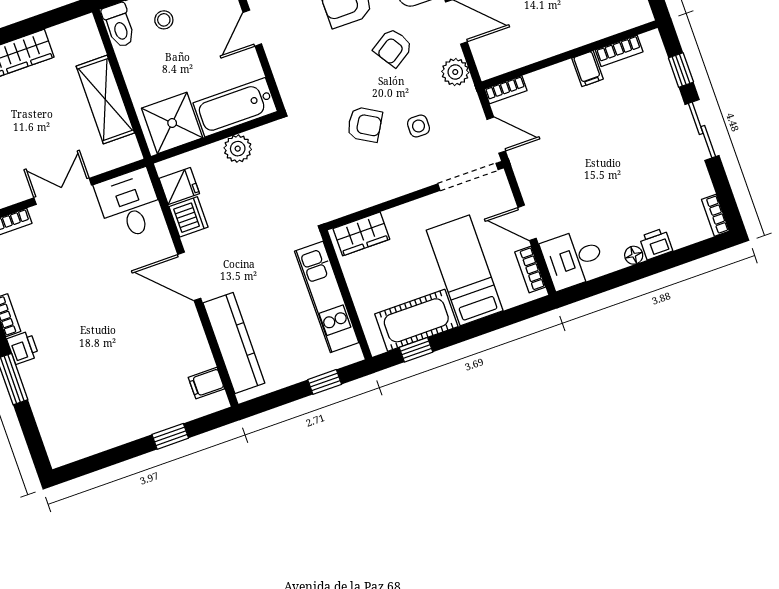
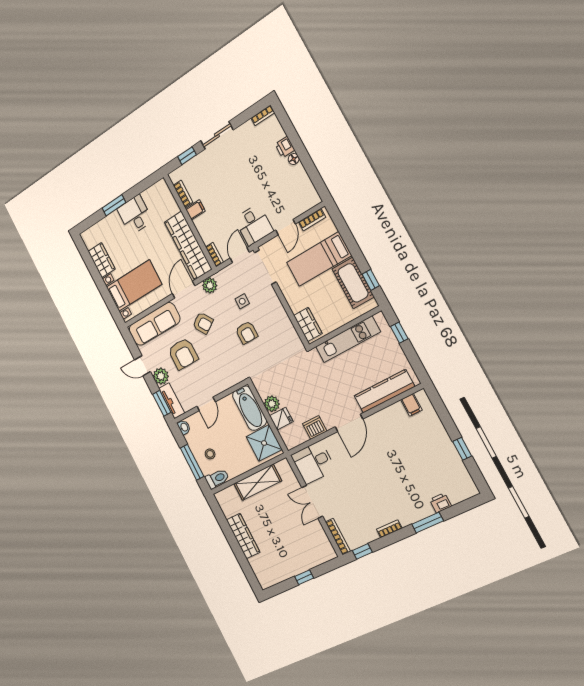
door: (252, 28) -> (206, 404), hinge flipped
wardrobe: (530, 44) -> (188, 246), added
armchair: (365, 124) -> (247, 333), turned 150
fridge: (179, 186) -> (281, 419), moved, turned 90
desk: (573, 259) -> (254, 225), moved
printer: (23, 348) -> (440, 503), moved
window: (170, 436) -> (462, 449), moved

